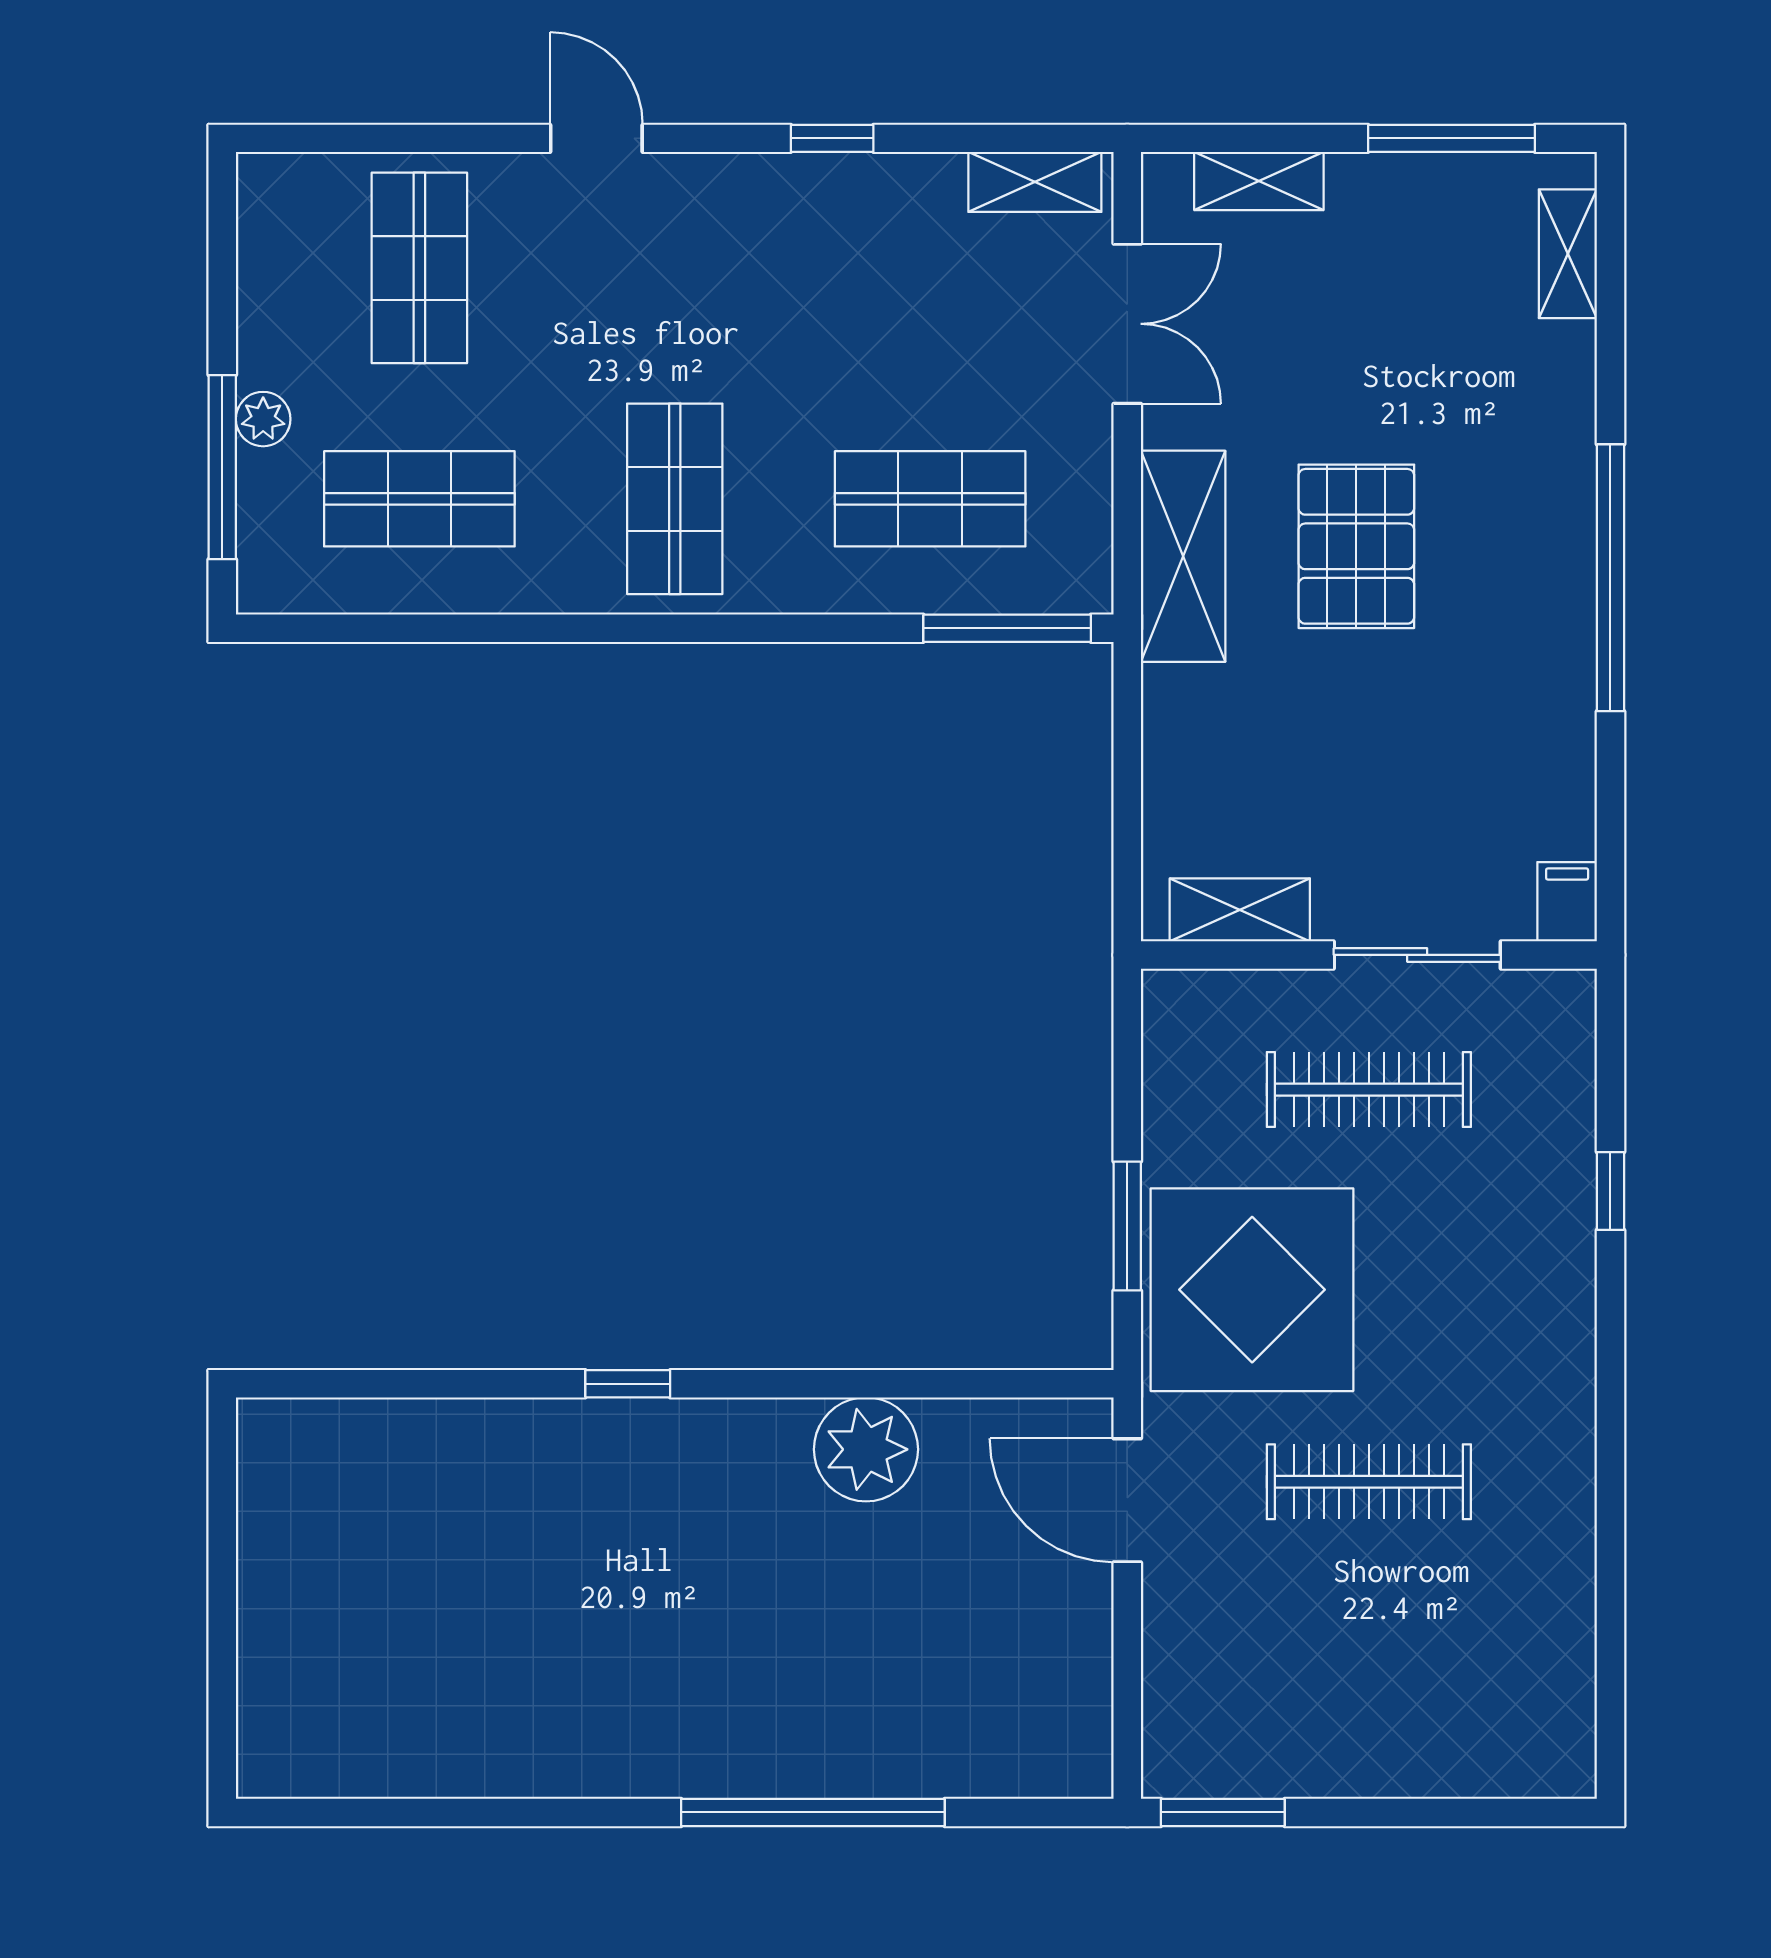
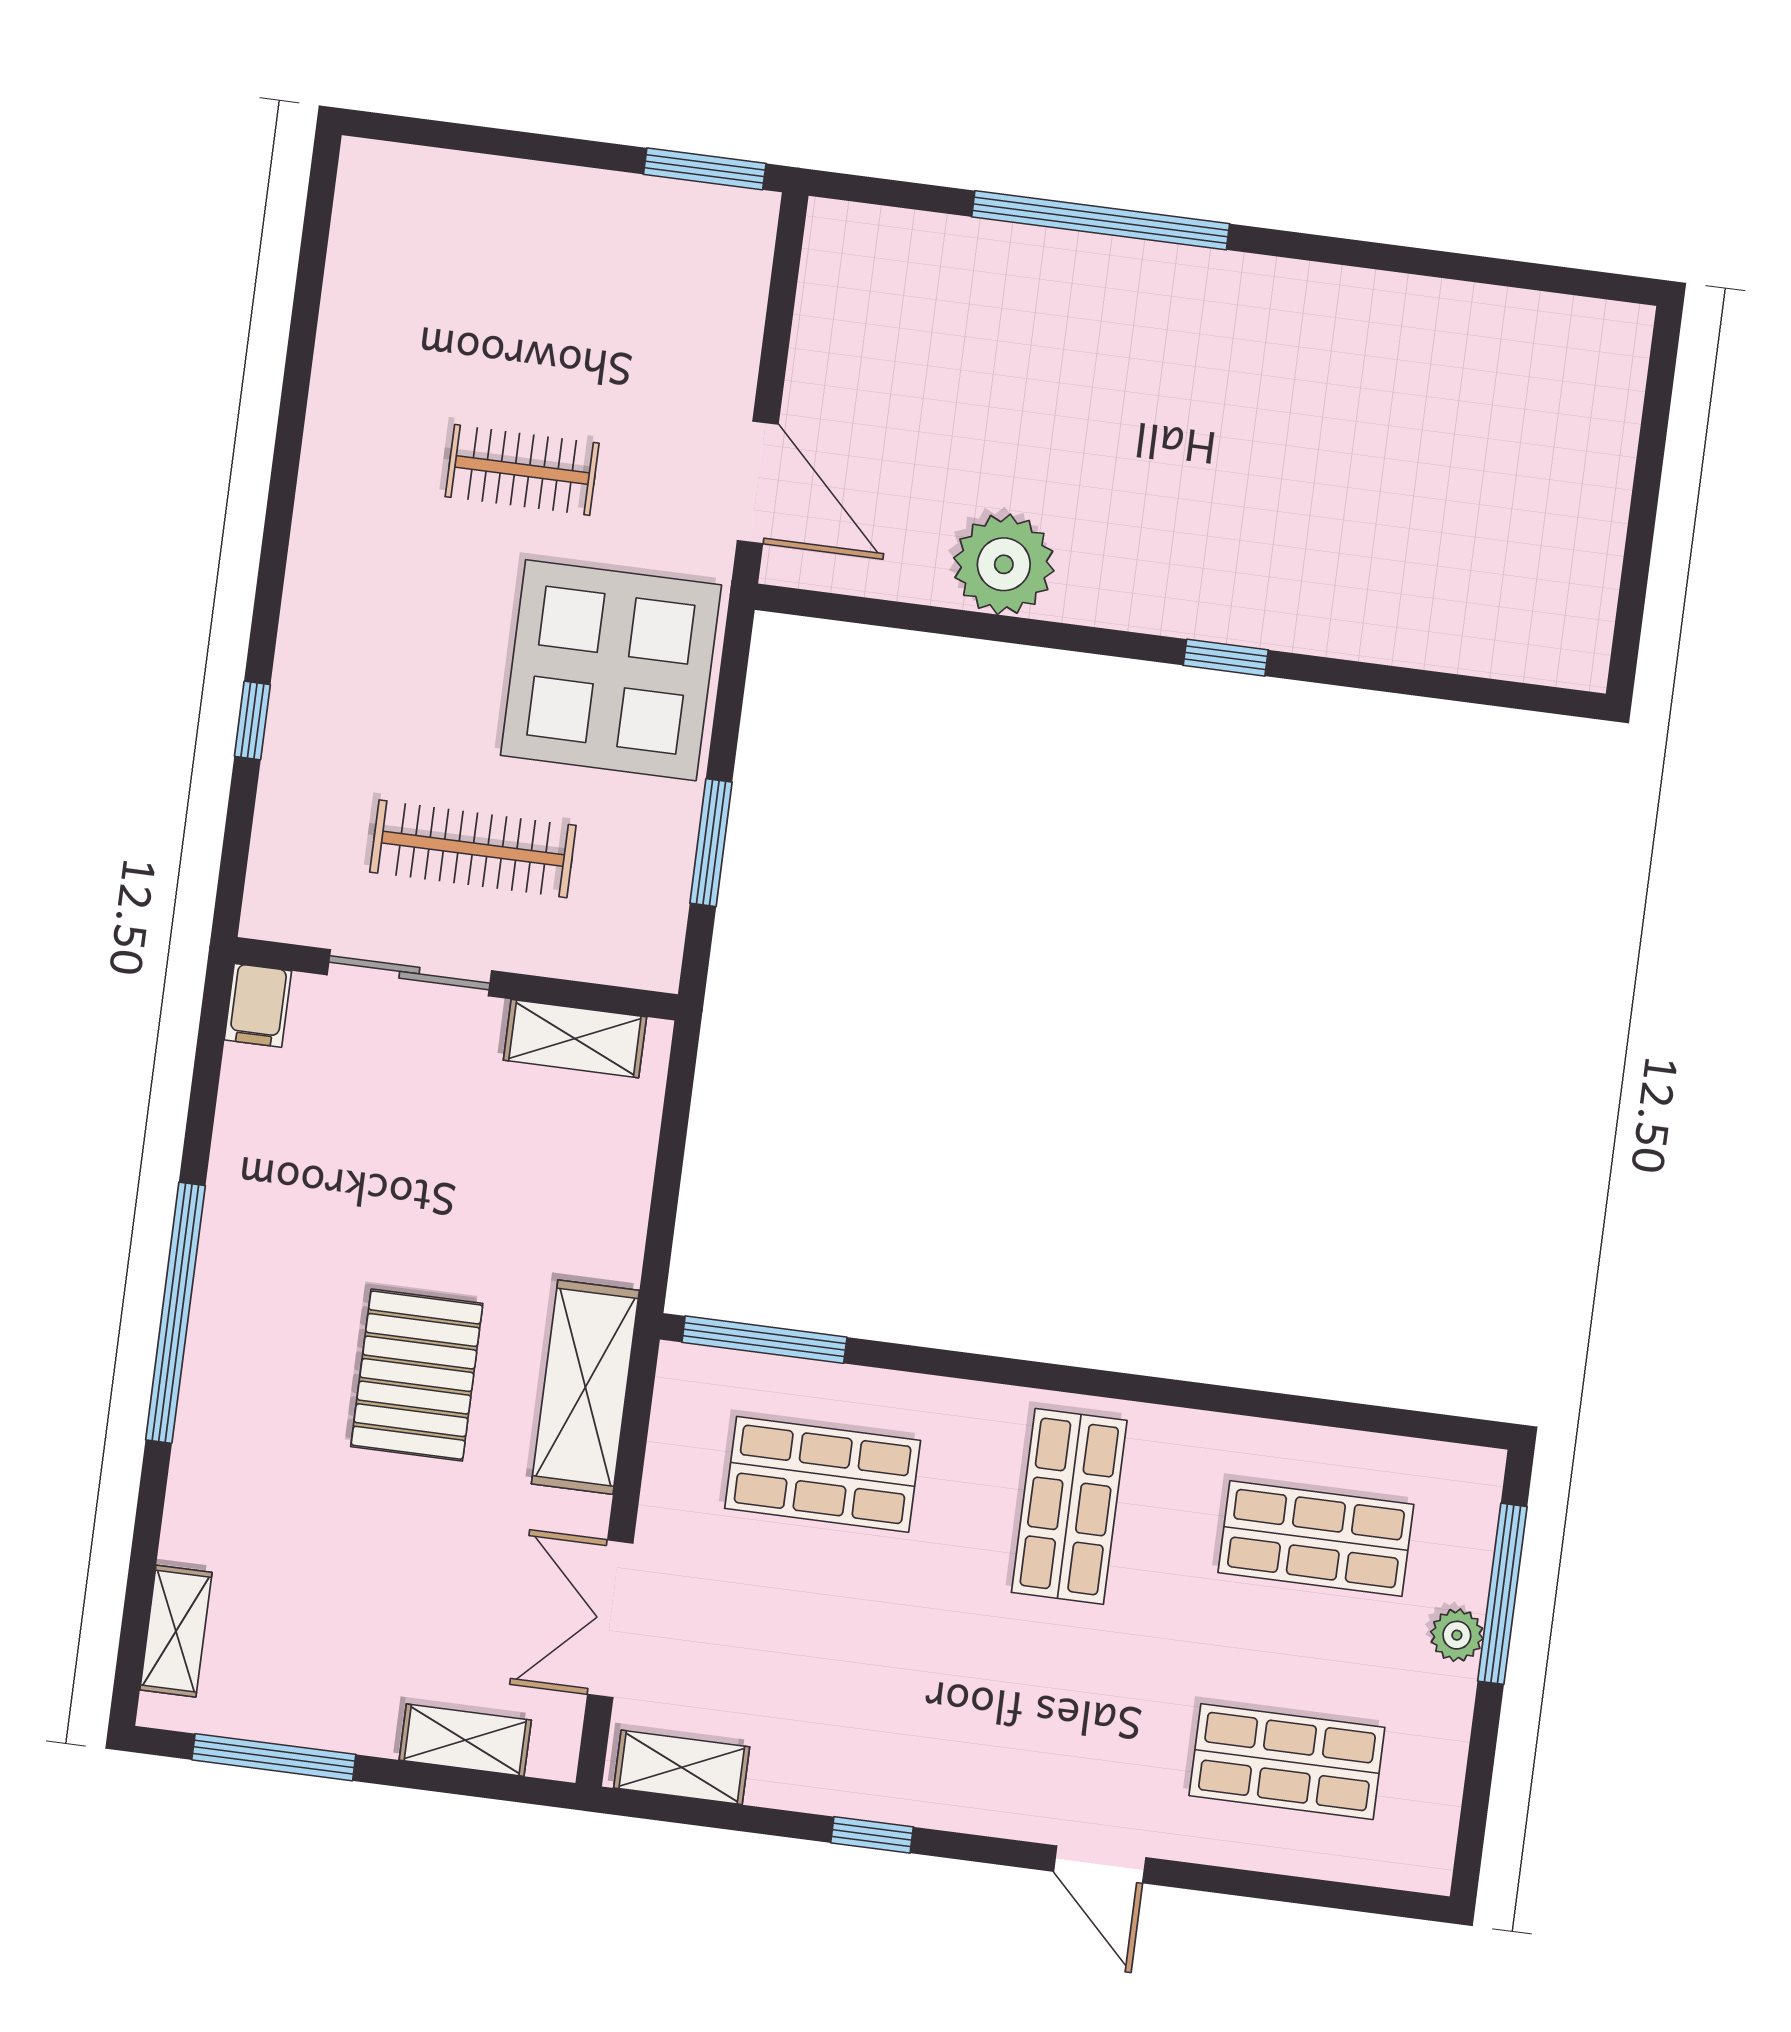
shop shelf: (419, 268) -> (1287, 1762), turned 90
window: (1127, 1226) -> (711, 843), moved
clothes rail: (1369, 1482) -> (522, 470), width x0.73

